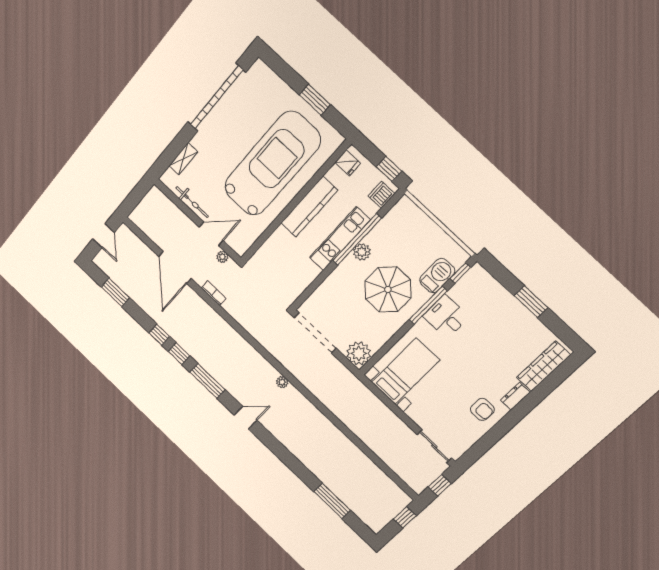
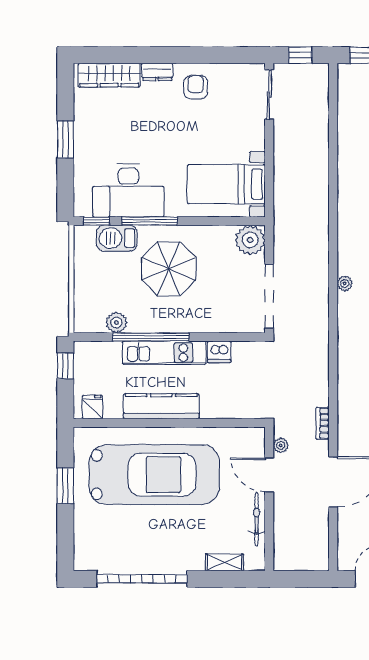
car: (272, 164) -> (154, 475), turned 180
dishwasher: (381, 195) -> (219, 352), moved
plant: (362, 252) -> (116, 323), moved
desk: (446, 317) -> (128, 190), width x1.87, depth x1.30

